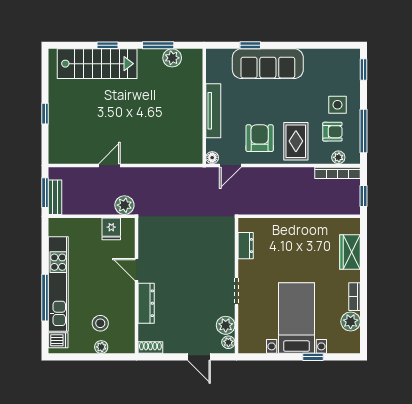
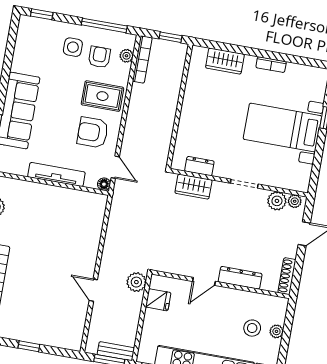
wardrobe: (225, 243) -> (193, 187), added
plant: (351, 322) -> (296, 73), removed
shoe rack: (150, 348) -> (287, 276), width x1.43

